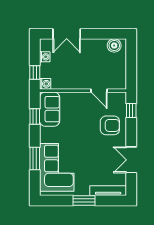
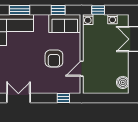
armchair: (110, 125) -> (54, 58), moved

